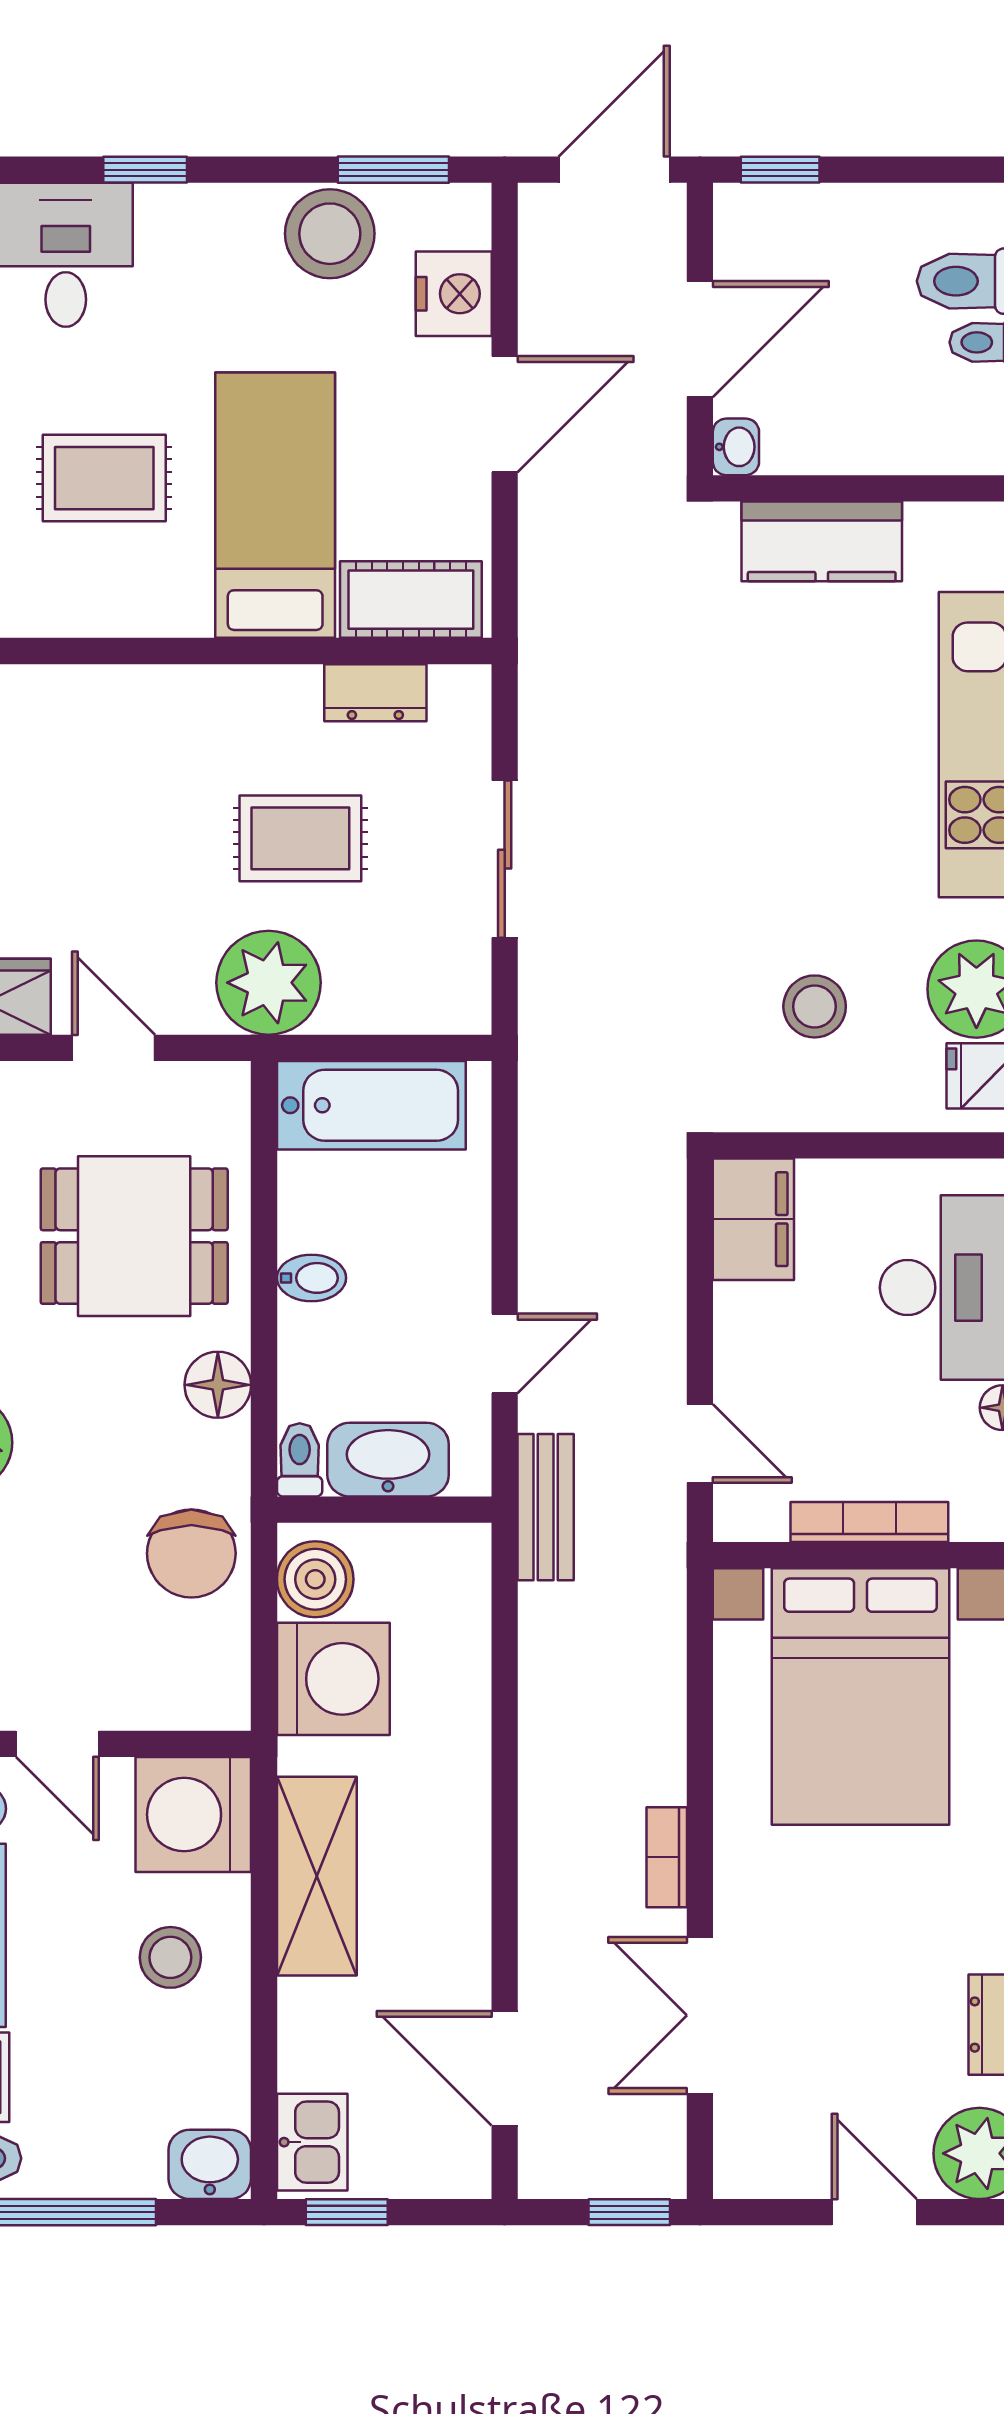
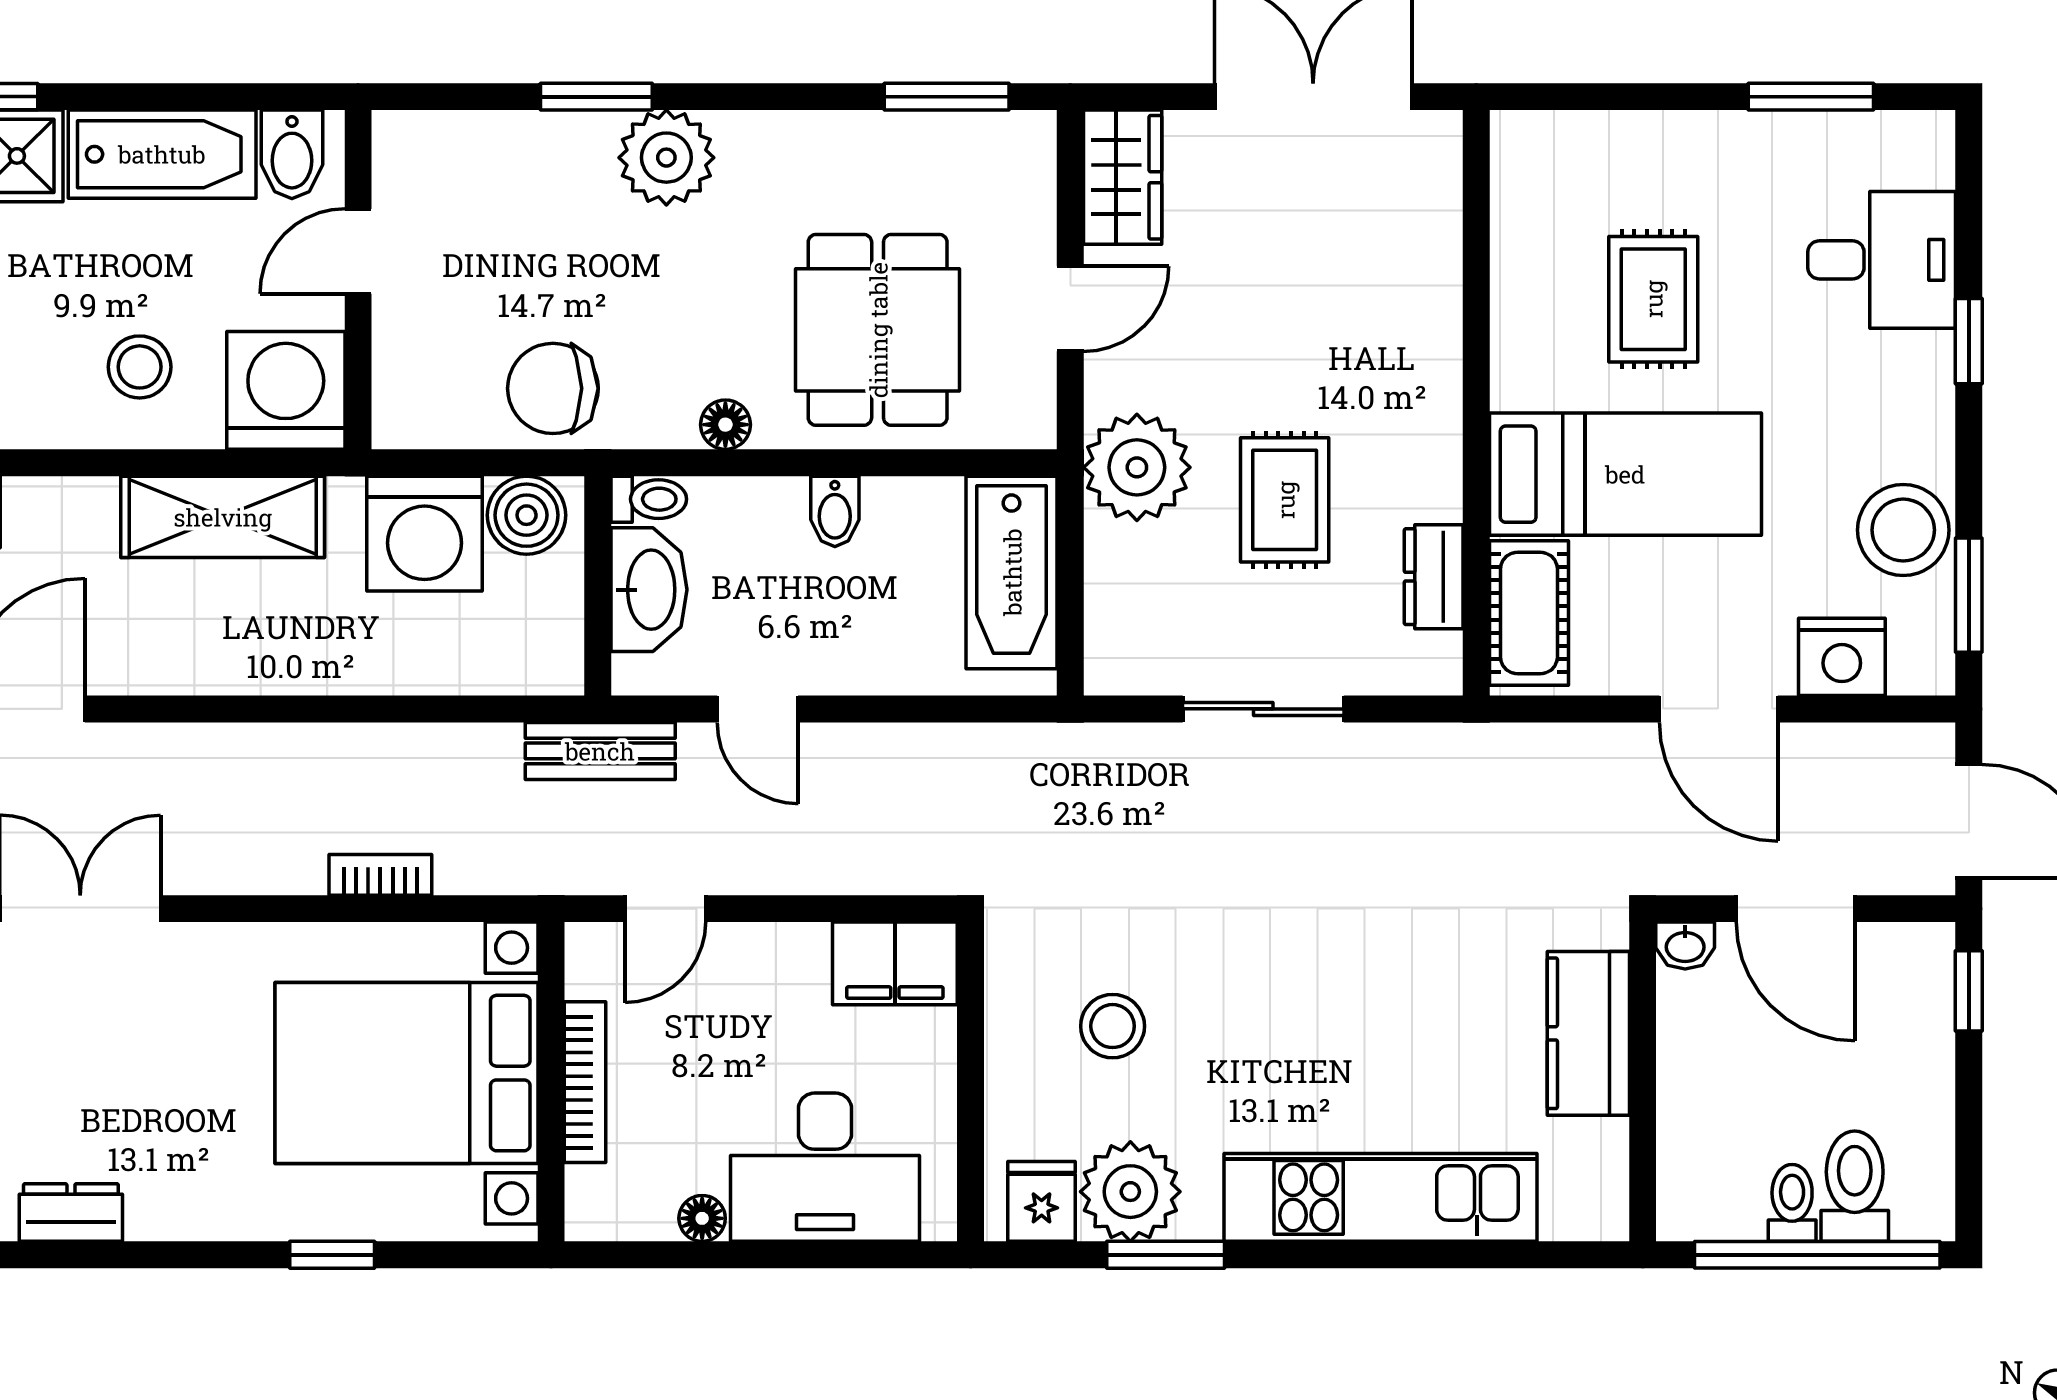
floor lamp: (218, 1385) -> (725, 425), width x0.73, depth x0.73
bookcase: (667, 1857) -> (380, 875), moved

